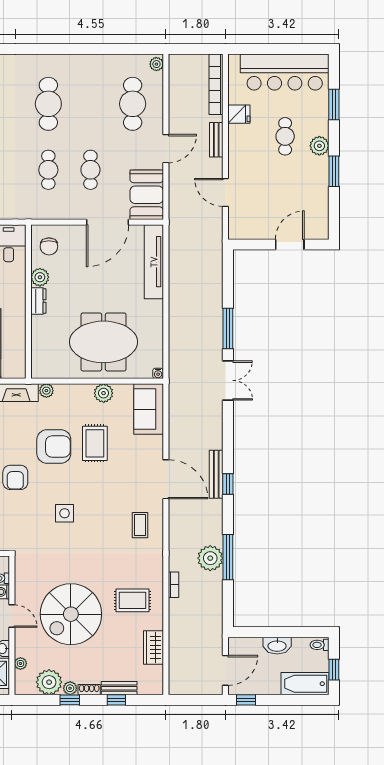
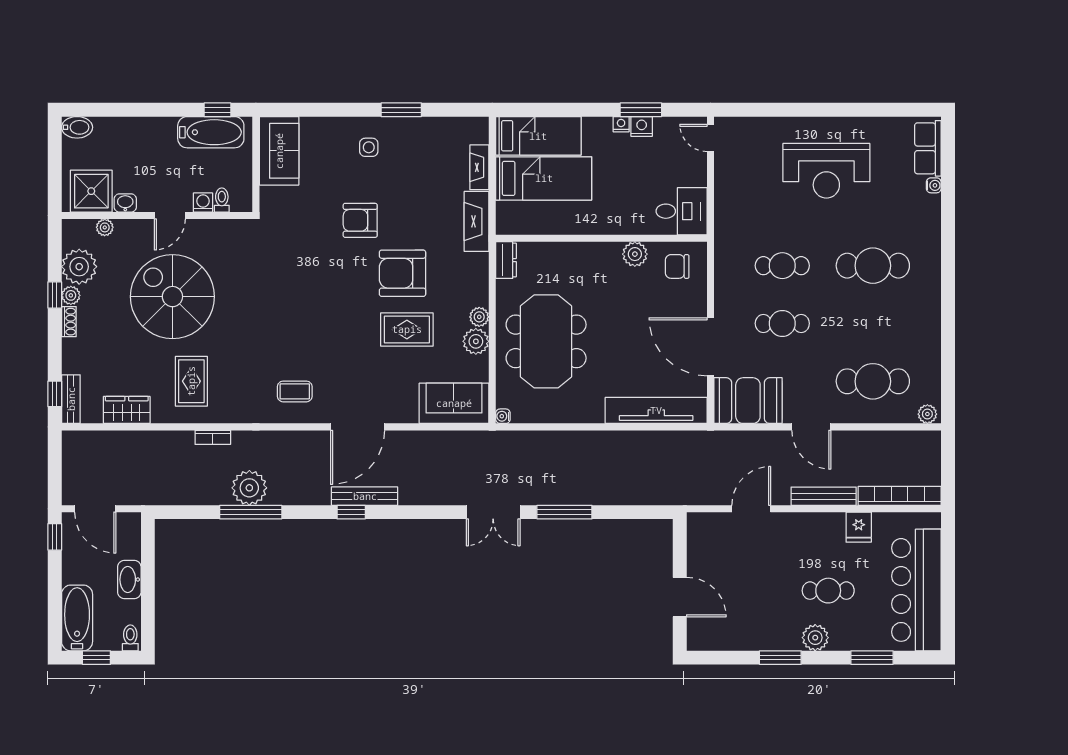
bench: (216, 140) -> (824, 496), width x1.36
dresser: (38, 301) -> (506, 260), moved, turned -90
plant: (46, 391) -> (479, 317), moved
armchair: (54, 447) -> (403, 273), turned 90
side table: (65, 513) -> (311, 288), removed
bench: (119, 688) -> (71, 399), moved
window: (116, 700) -> (55, 394), moved

